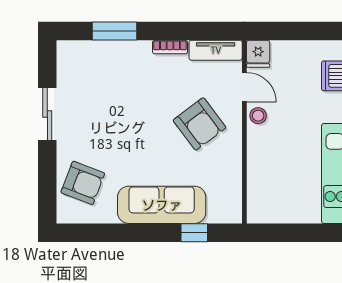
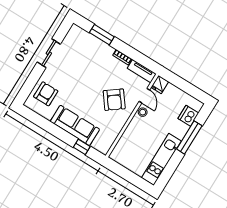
armchair: (83, 183) -> (46, 94), turned -111

